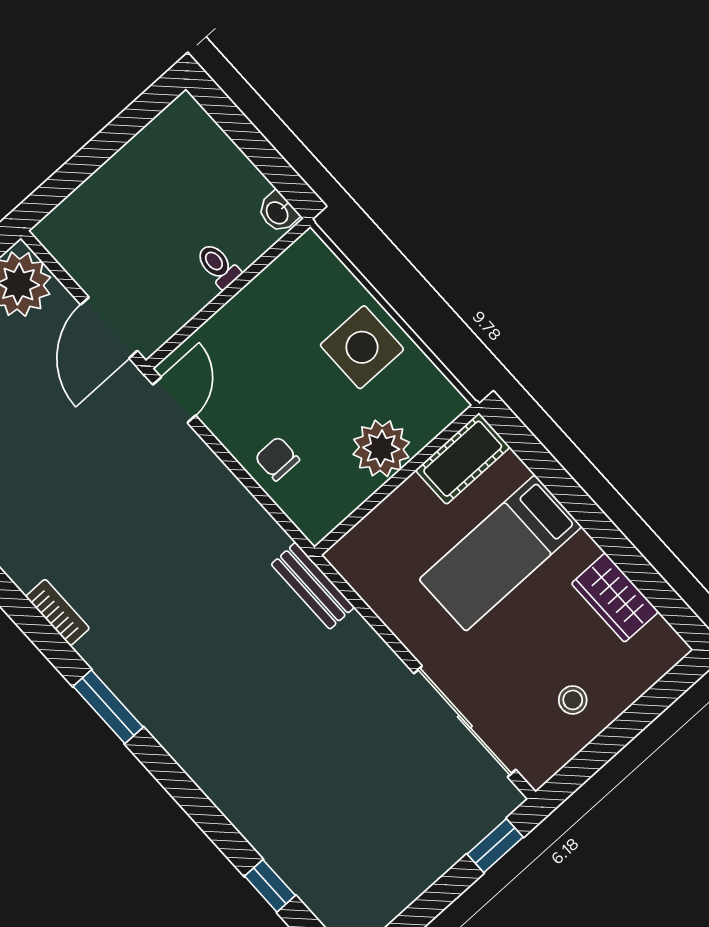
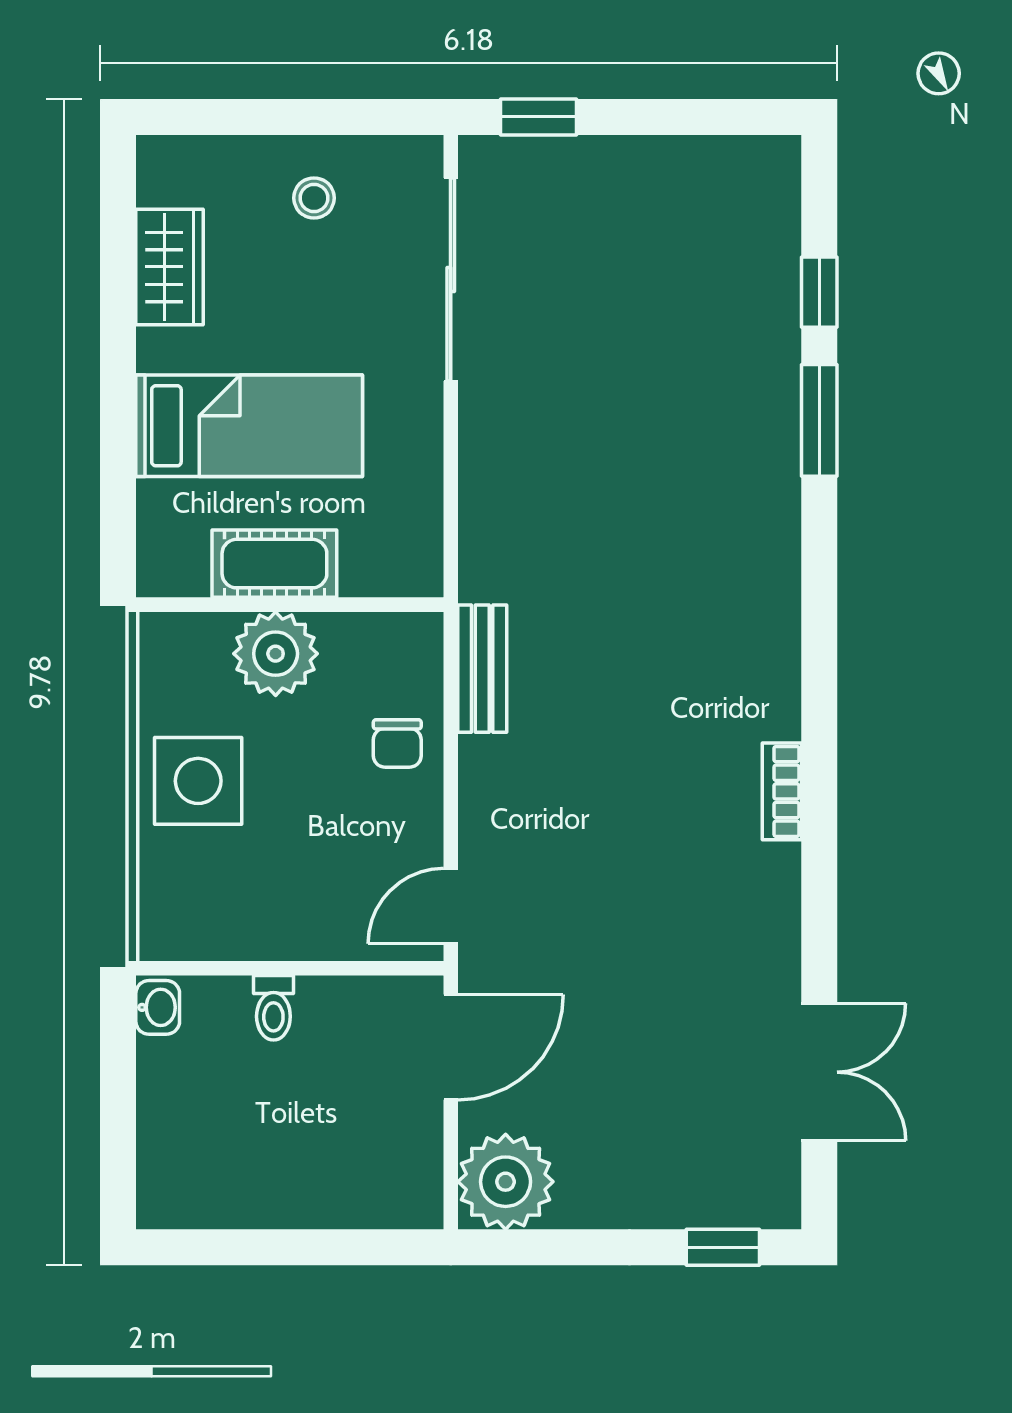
cot: (463, 459) -> (274, 564), moved
bench: (313, 586) -> (482, 669), moved
window: (108, 707) -> (819, 420), moved

